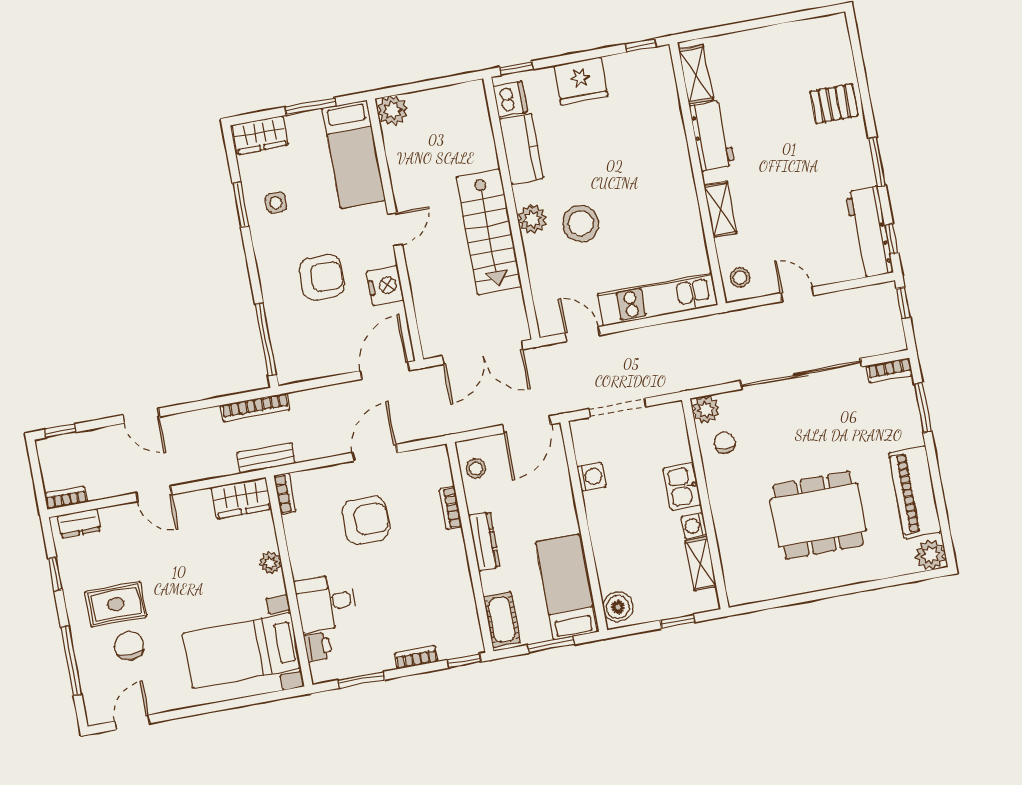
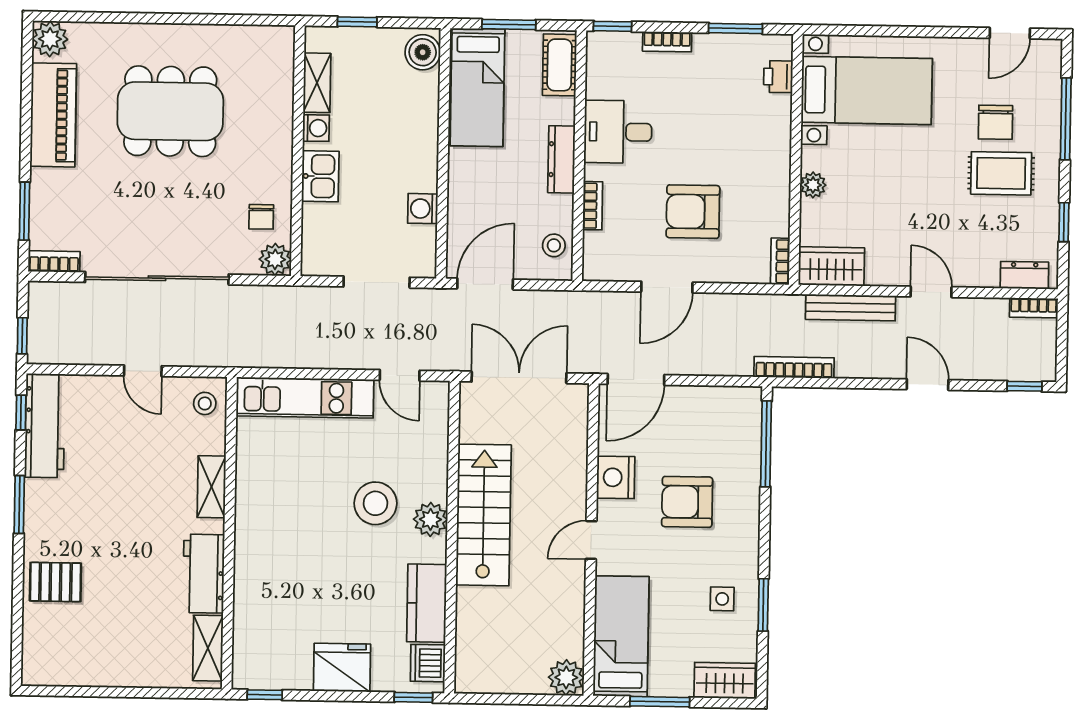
bench: (266, 458) -> (851, 308), moved, width x1.36
desk: (326, 603) -> (618, 132), moved, turned 180

